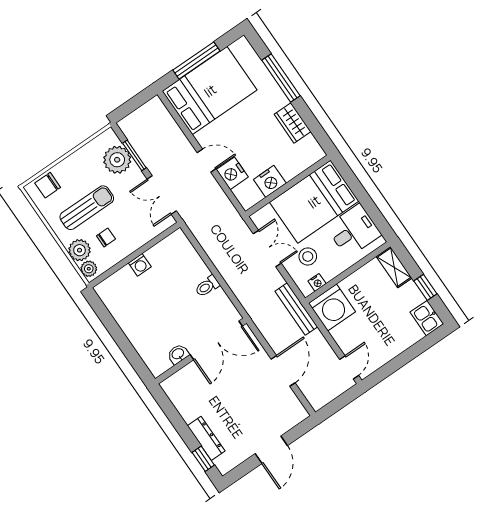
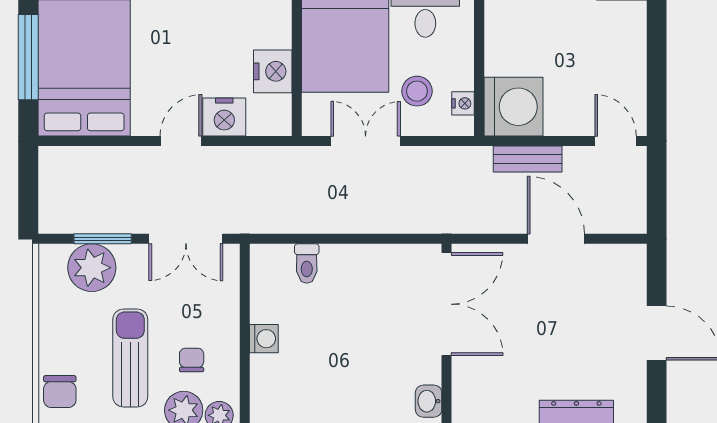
toilet: (207, 286) -> (307, 263), moved
bench: (296, 309) -> (528, 159), moved, width x0.73
washbasin: (178, 354) -> (429, 401), moved

